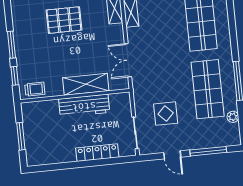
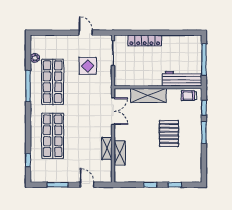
pallet: (64, 20) -> (169, 133), moved, turned 90
workbench: (84, 106) -> (182, 79), moved
window: (21, 136) -> (204, 60), width x1.44
window: (208, 151) -> (57, 33), removed

